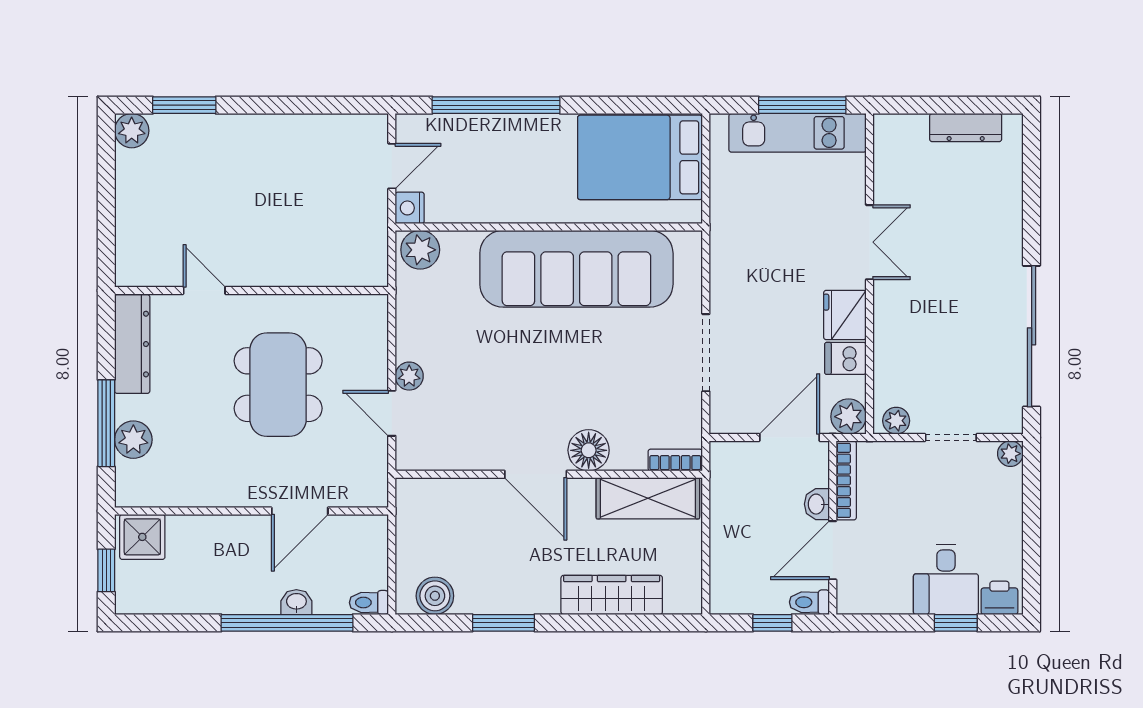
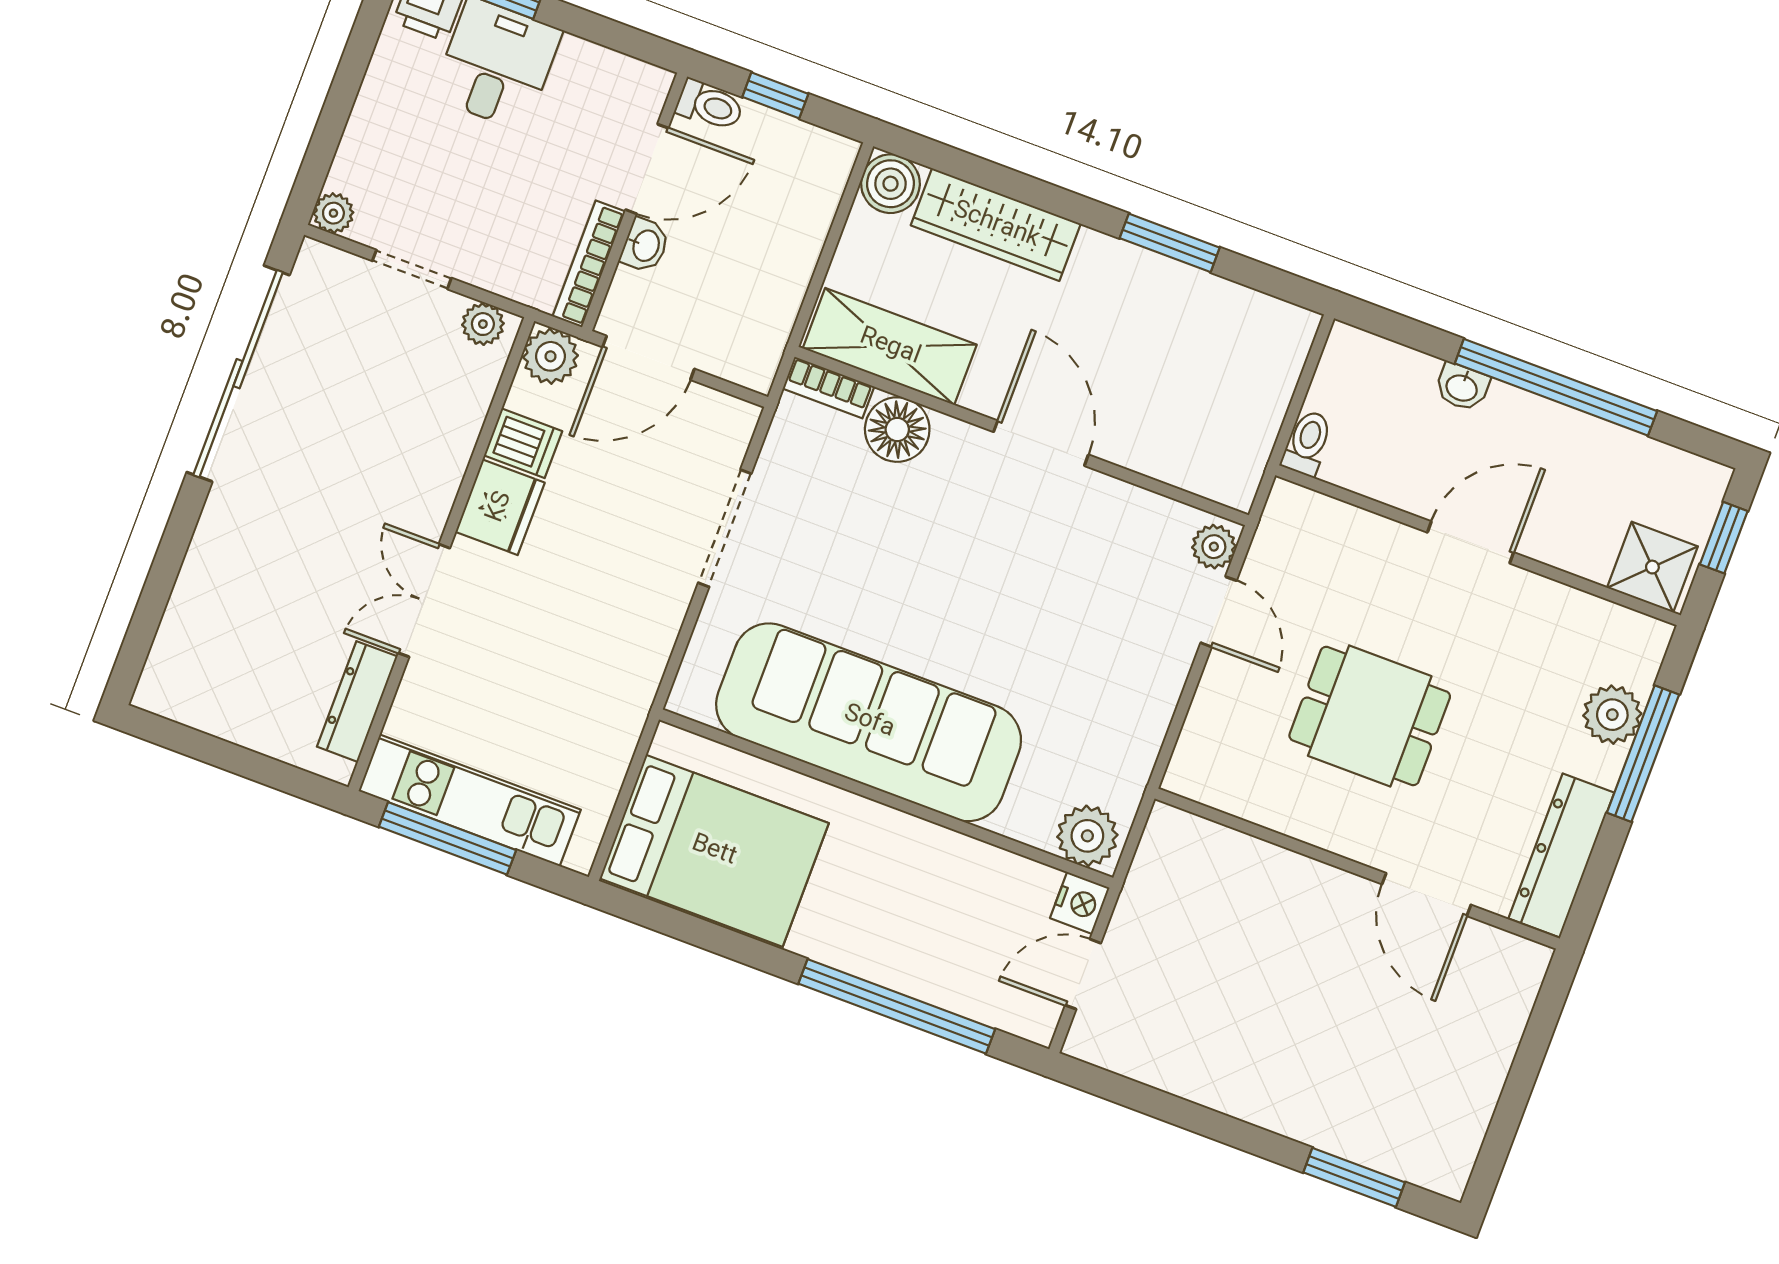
dresser: (966, 128) -> (357, 702), moved, turned -90
plant: (132, 131) -> (1445, 1169), removed
door: (204, 291) -> (1426, 895), width x1.38
plant: (409, 376) -> (1214, 547), moved
dining table: (278, 385) -> (1370, 716), width x0.73
floor lamp: (589, 450) -> (897, 430), moved
door: (300, 511) -> (1471, 542), moved
boiler: (435, 596) -> (891, 184), moved
toilet: (369, 603) -> (1307, 443), moved, turned -90
window: (287, 623) -> (1556, 387), moved

